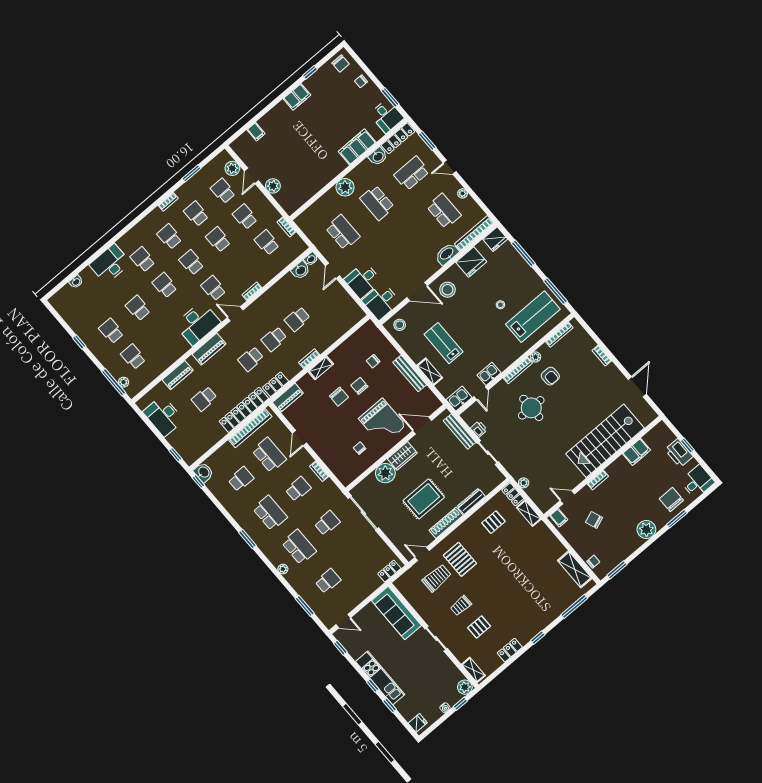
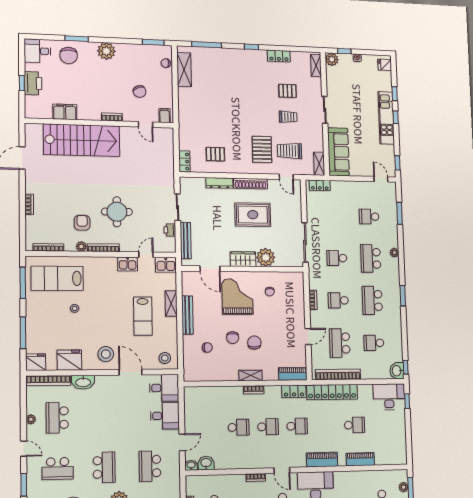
desk: (163, 416) -> (389, 397), moved, turned -90
plant: (524, 483) -> (169, 163), removed
shelving: (529, 513) -> (319, 164), moved

